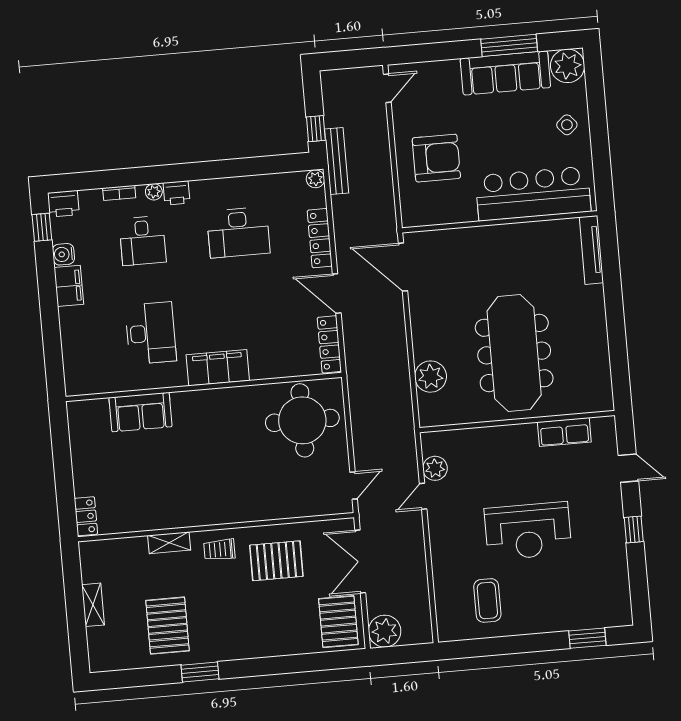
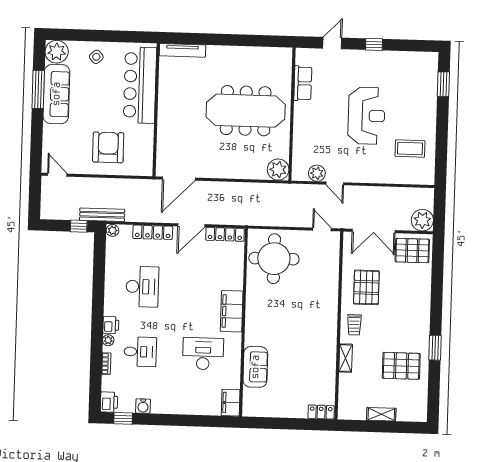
filing cabinet: (69, 286) -> (231, 403), moved, turned -90
plant: (431, 377) -> (278, 170), moved

